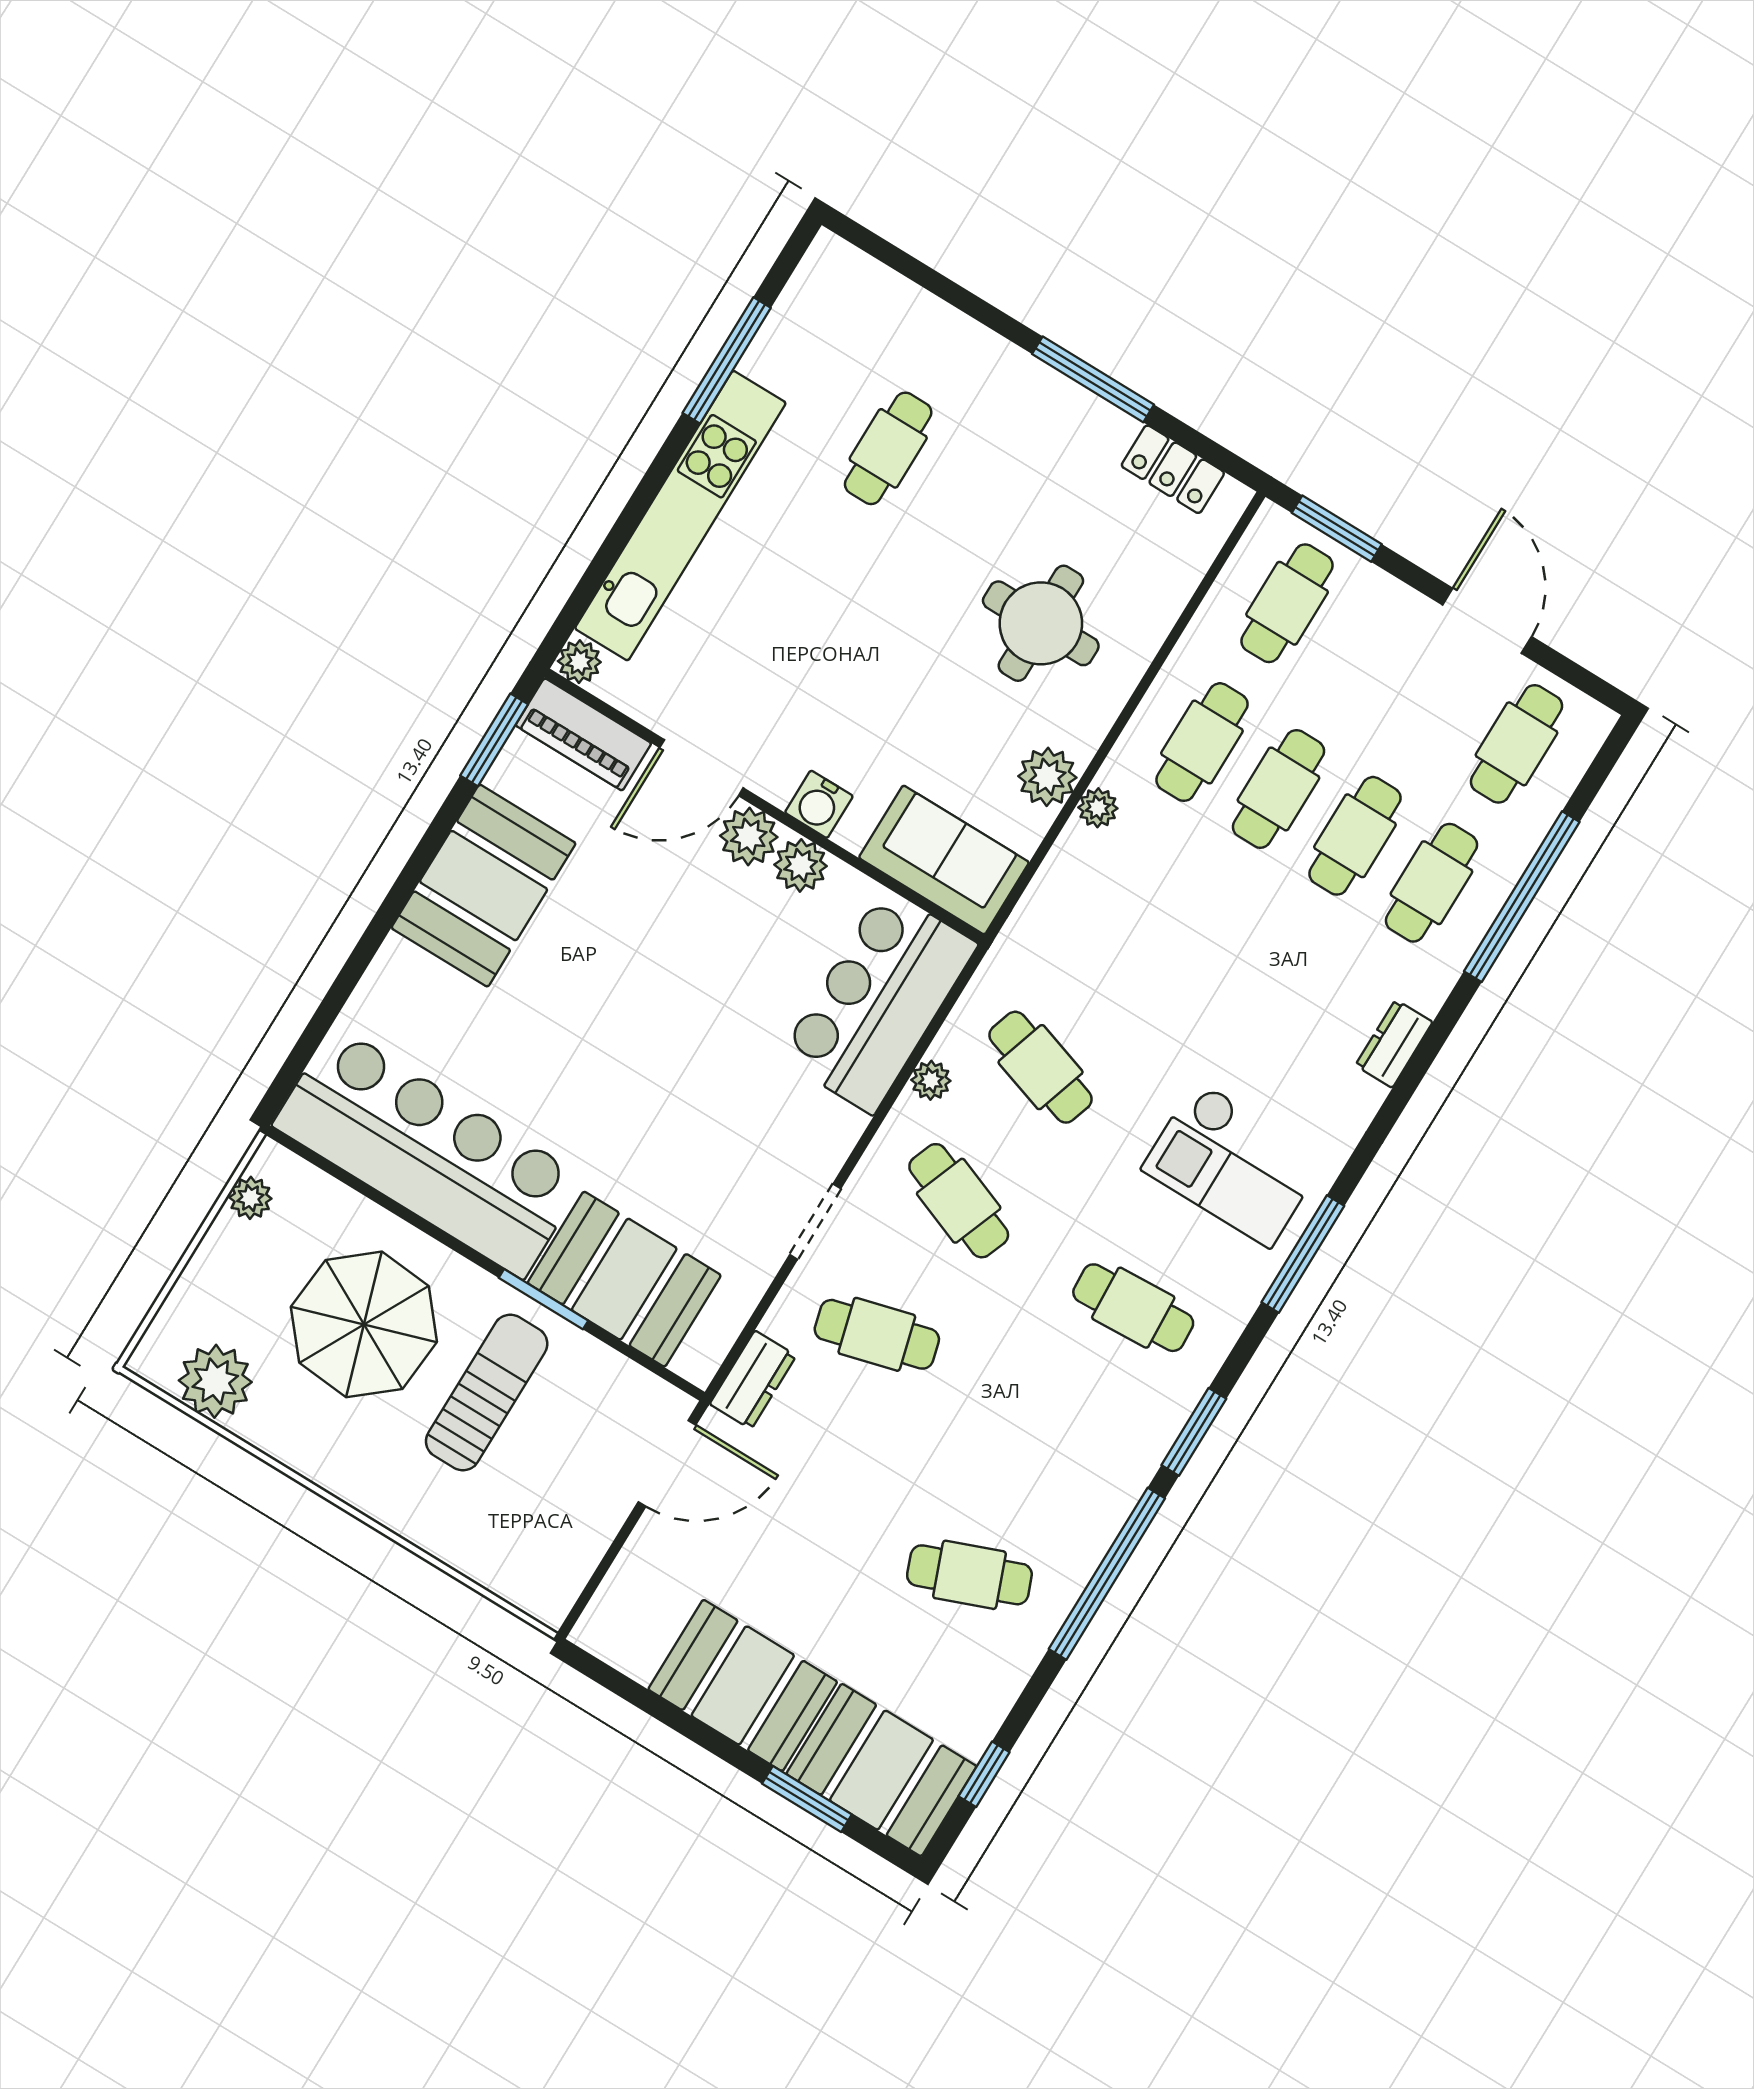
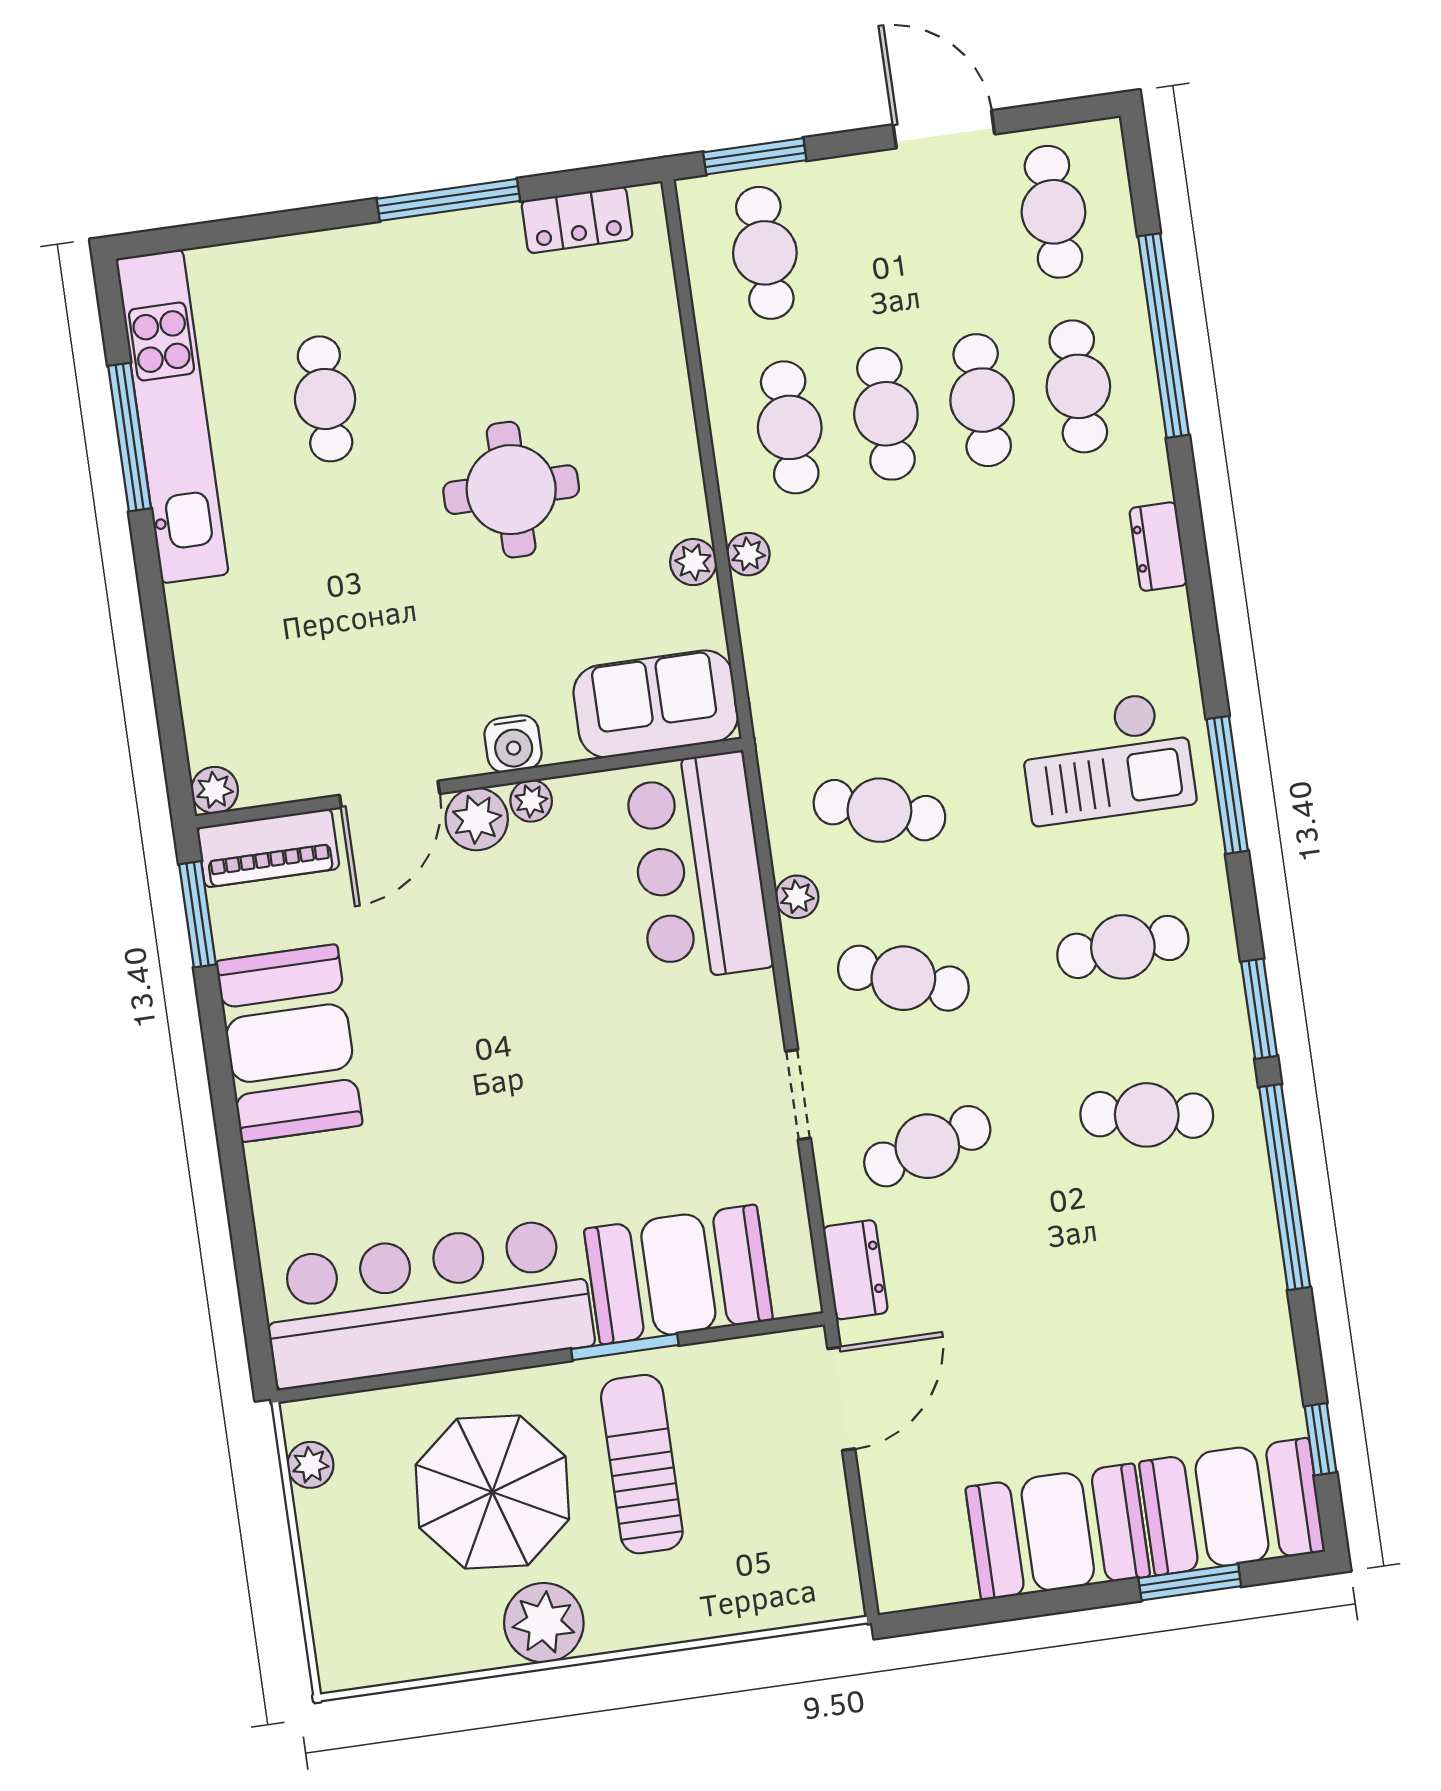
kitchen unit: (680, 516) -> (172, 416), moved
round table: (1041, 623) -> (511, 490), moved
plant: (1047, 777) -> (693, 562), width x0.73, depth x0.73
plant: (801, 865) -> (531, 801), width x0.73, depth x0.73
plant: (215, 1381) -> (544, 1623), moved
cafe table: (969, 1575) -> (1147, 1115), moved, turned 30

